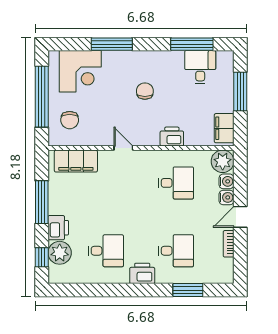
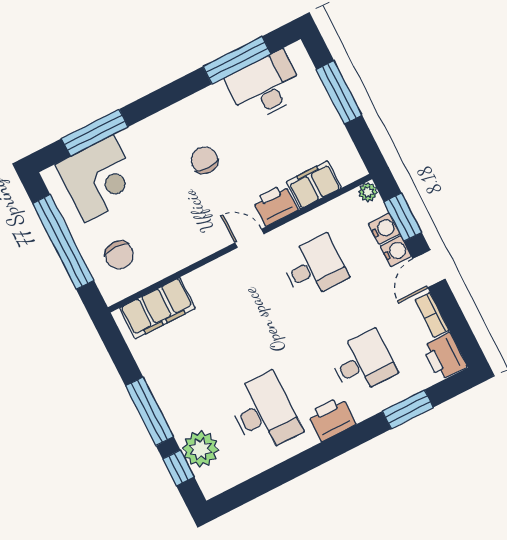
window: (112, 44) -> (95, 133), moved
desk: (200, 67) -> (265, 87), width x1.37
filing cabinet: (224, 128) -> (314, 185), moved, turned 90
door: (123, 148) -> (249, 238), moved
plant: (223, 161) -> (368, 192), width x0.53, depth x0.53
window: (240, 180) -> (403, 217), added
window: (42, 202) -> (149, 411), moved
printer: (58, 228) -> (444, 356), moved, turned 180
desk: (106, 251) -> (264, 413), width x1.37

